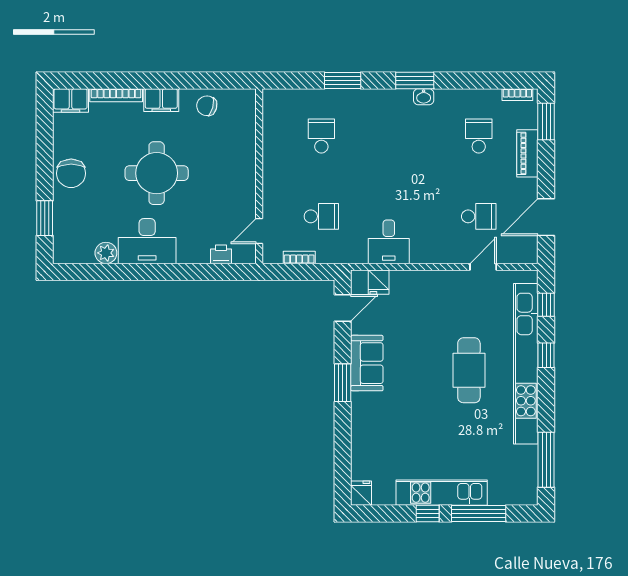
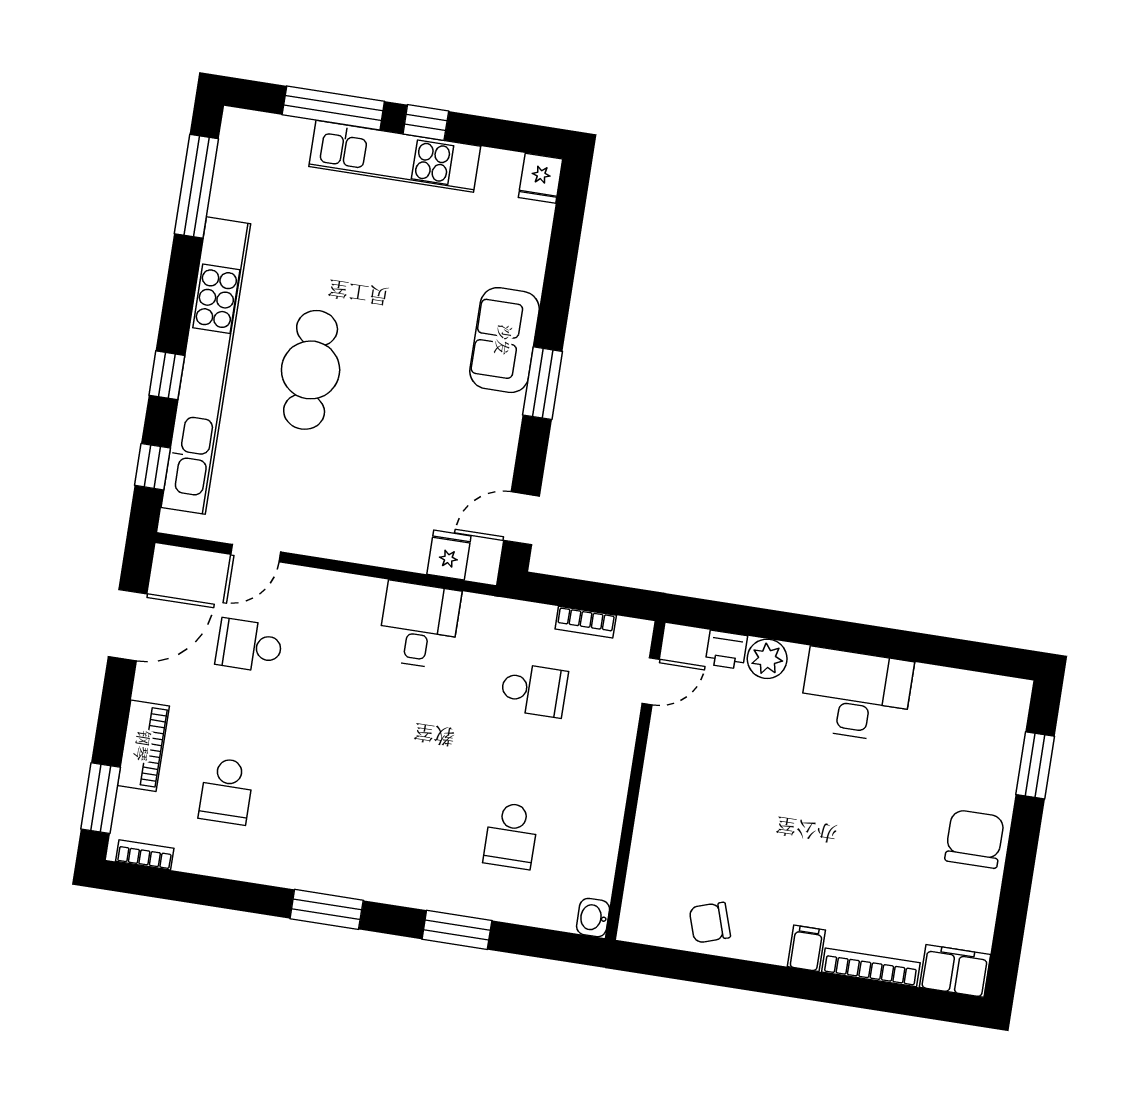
washbasin: (424, 97) -> (593, 918), moved, turned -90
filing cabinet: (161, 100) -> (806, 948), width x0.50
chair: (207, 106) -> (710, 923), turned 147
round table: (157, 173) -> (820, 815), removed
school desk: (321, 216) -> (534, 690), turned 180
plant: (106, 253) -> (767, 659), moved
sofa: (367, 363) -> (504, 340), moved

